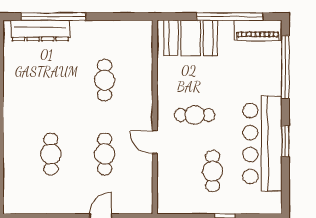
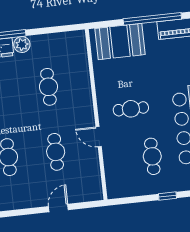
plant: (80, 29) -> (22, 45), added

